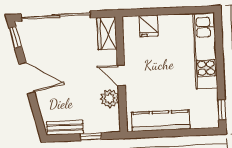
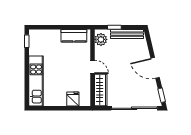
wardrobe: (107, 33) -> (101, 90), width x1.50
plant: (110, 98) -> (101, 39), moved
kitchen counter: (161, 121) -> (74, 36), width x0.67
bench: (65, 128) -> (127, 34), width x1.36

